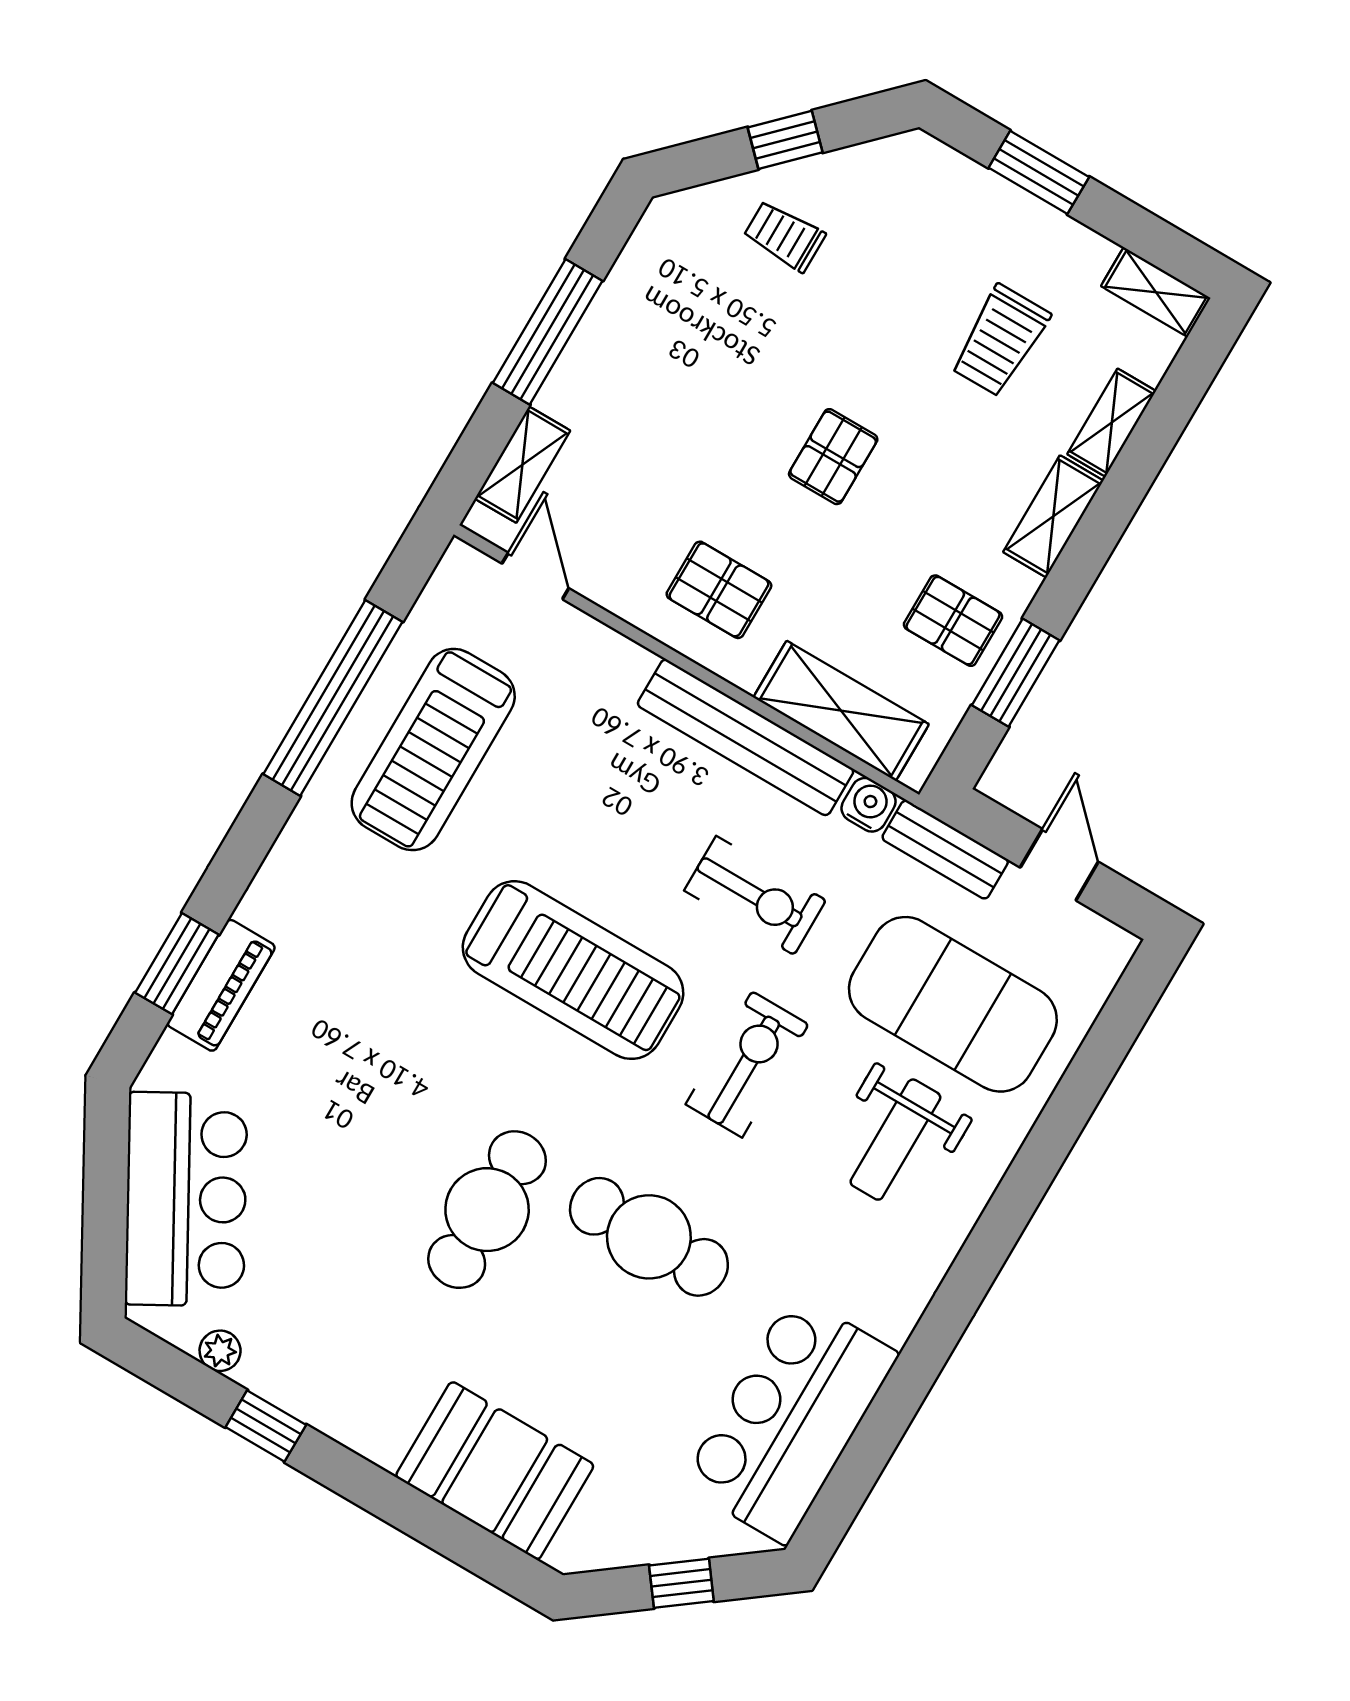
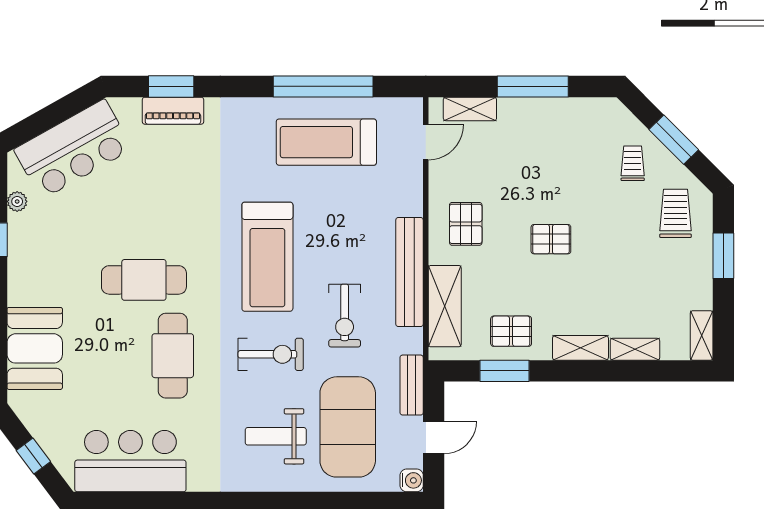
window: (785, 140) -> (674, 140), width x1.50
trolley: (1000, 341) -> (676, 213), moved, turned 90
pallet: (953, 621) -> (511, 331), turned 90
water cooler: (869, 805) -> (412, 480), moved

